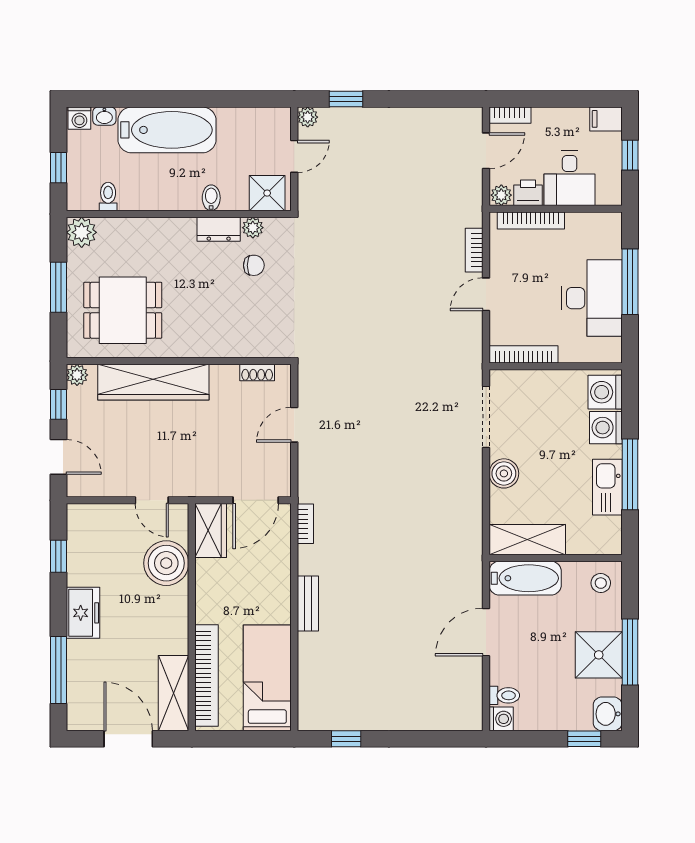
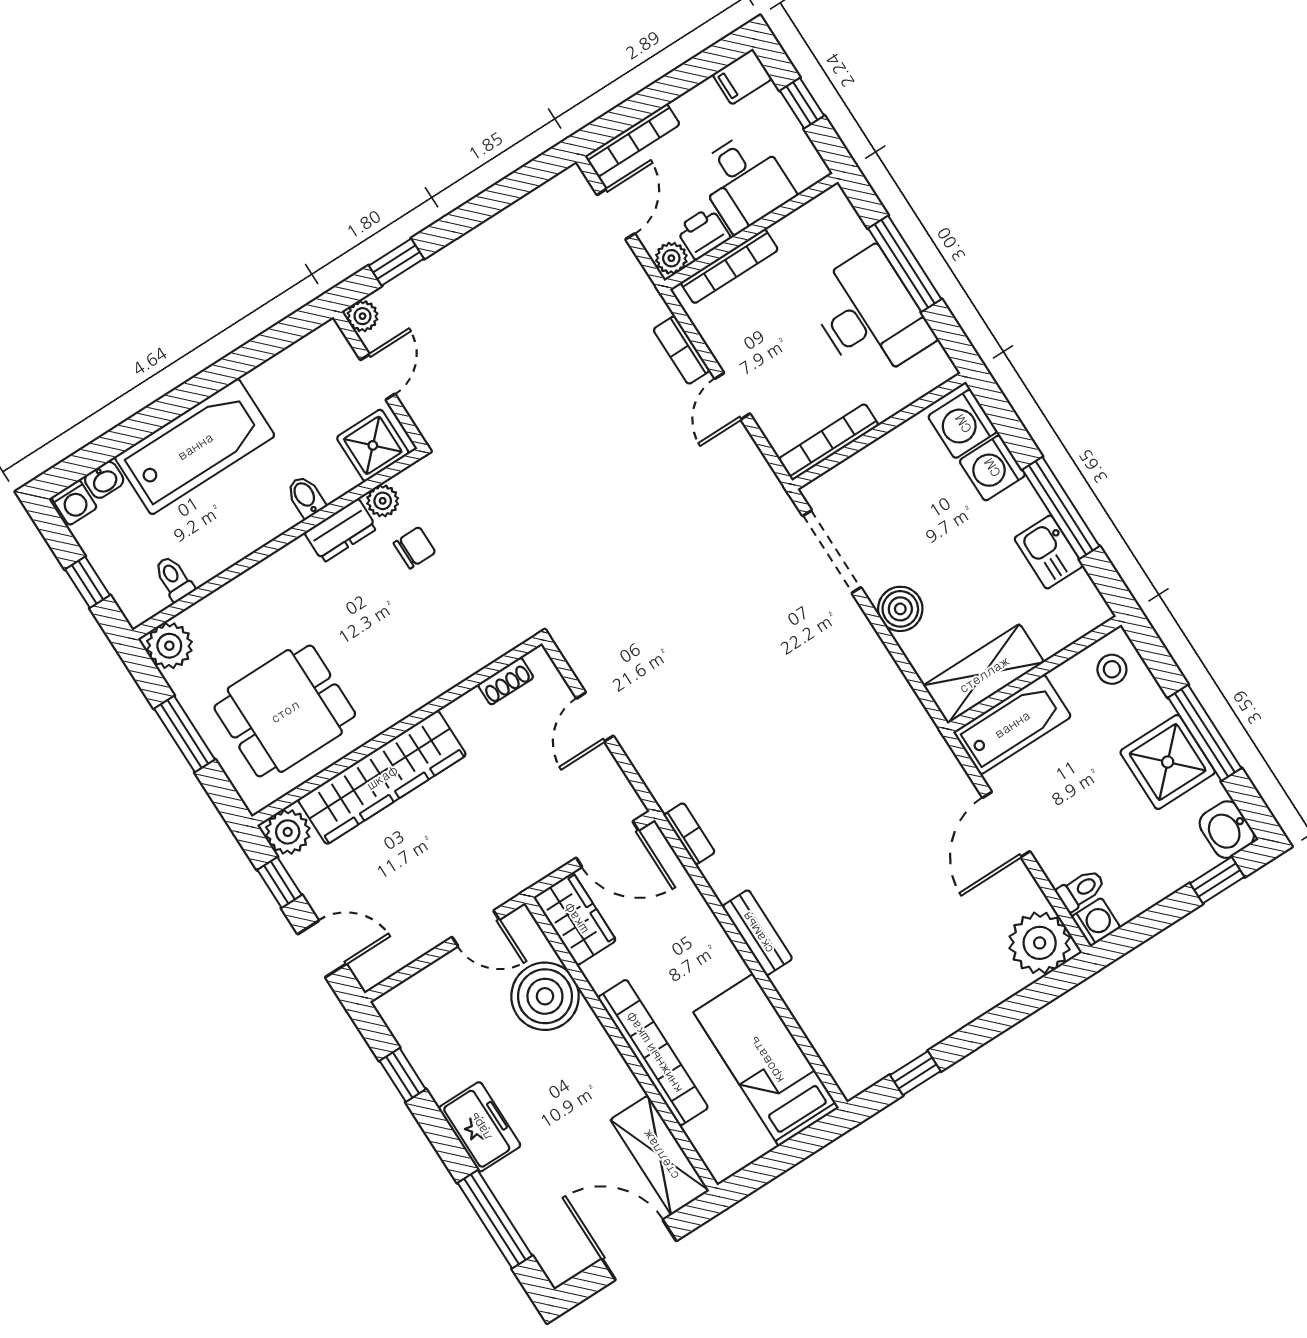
bookcase: (510, 115) -> (632, 140), width x1.56
plant: (77, 375) -> (288, 832), width x1.38, depth x1.38
kitchen sink: (607, 487) -> (1049, 552), width x0.73
door: (256, 500) -> (607, 844), hinge flipped
bookcase: (207, 676) -> (653, 1053), moved
plant: (462, 710) -> (1040, 943), added

